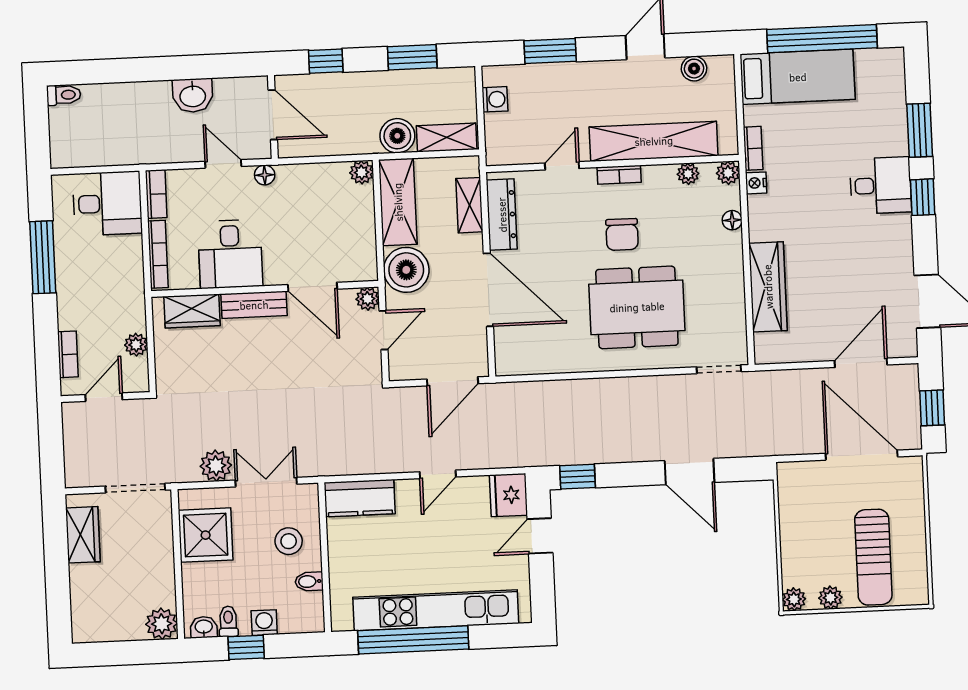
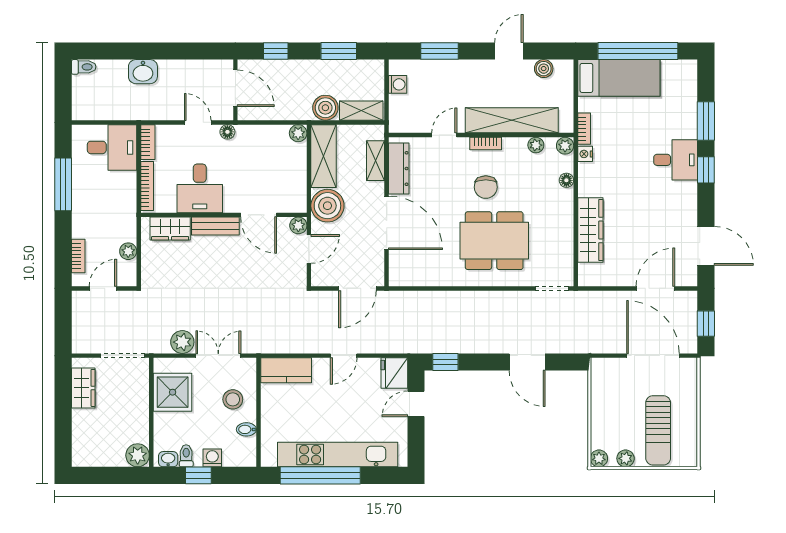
washbasin: (193, 95) -> (143, 72), moved

